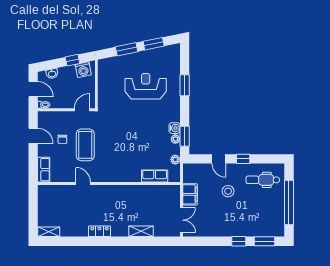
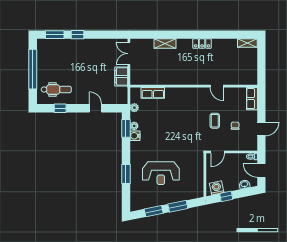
door: (33, 136) -> (261, 129), swing flipped
coffee table: (85, 145) -> (215, 121), width x0.54, depth x0.58
window: (243, 159) -> (60, 108), moved
stool: (228, 191) -> (87, 79), removed

